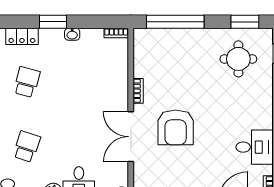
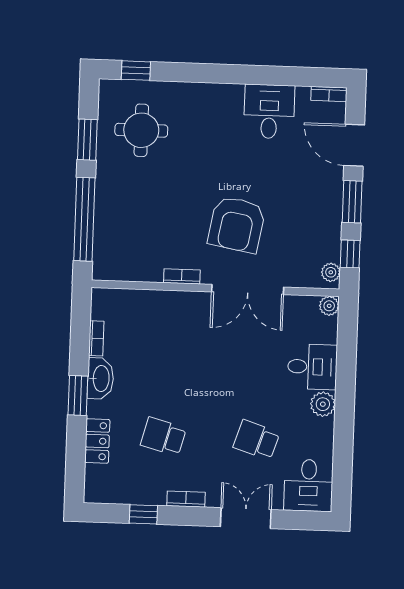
window: (245, 22) -> (87, 140), moved
bookcase: (116, 33) -> (96, 338), moved
washbasin: (72, 34) -> (100, 378), width x1.91, depth x1.45
armchair: (176, 127) -> (237, 224), turned 100

